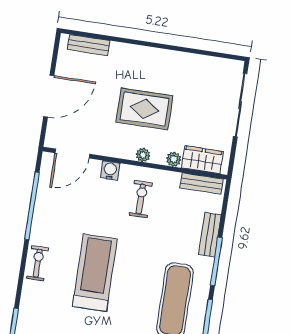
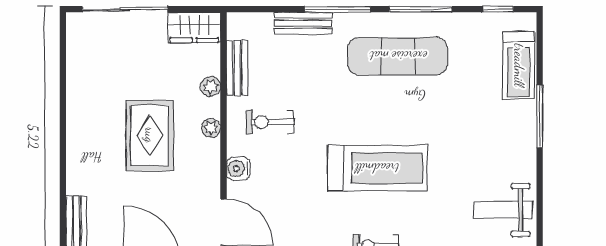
wardrobe: (202, 160) -> (194, 27), moved, turned -90
bench: (202, 184) -> (237, 68), moved
treadmill: (95, 273) -> (377, 168), turned 180

